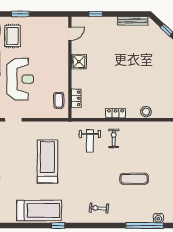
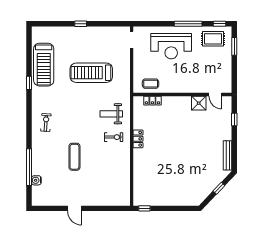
shower: (79, 62) -> (199, 103), moved
stool: (146, 112) -> (140, 168), removed
treadmill: (47, 161) -> (91, 73), turned 180

